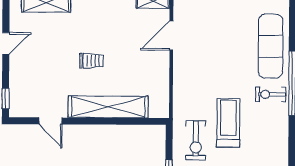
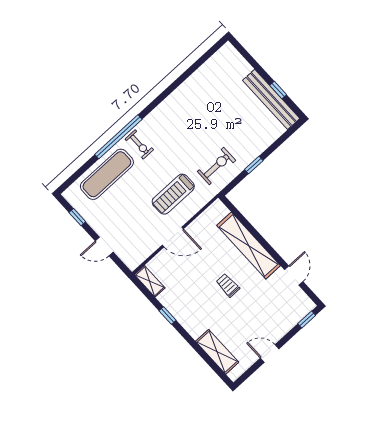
door: (171, 36) -> (173, 237), moved
treadmill: (228, 123) -> (173, 194), moved

